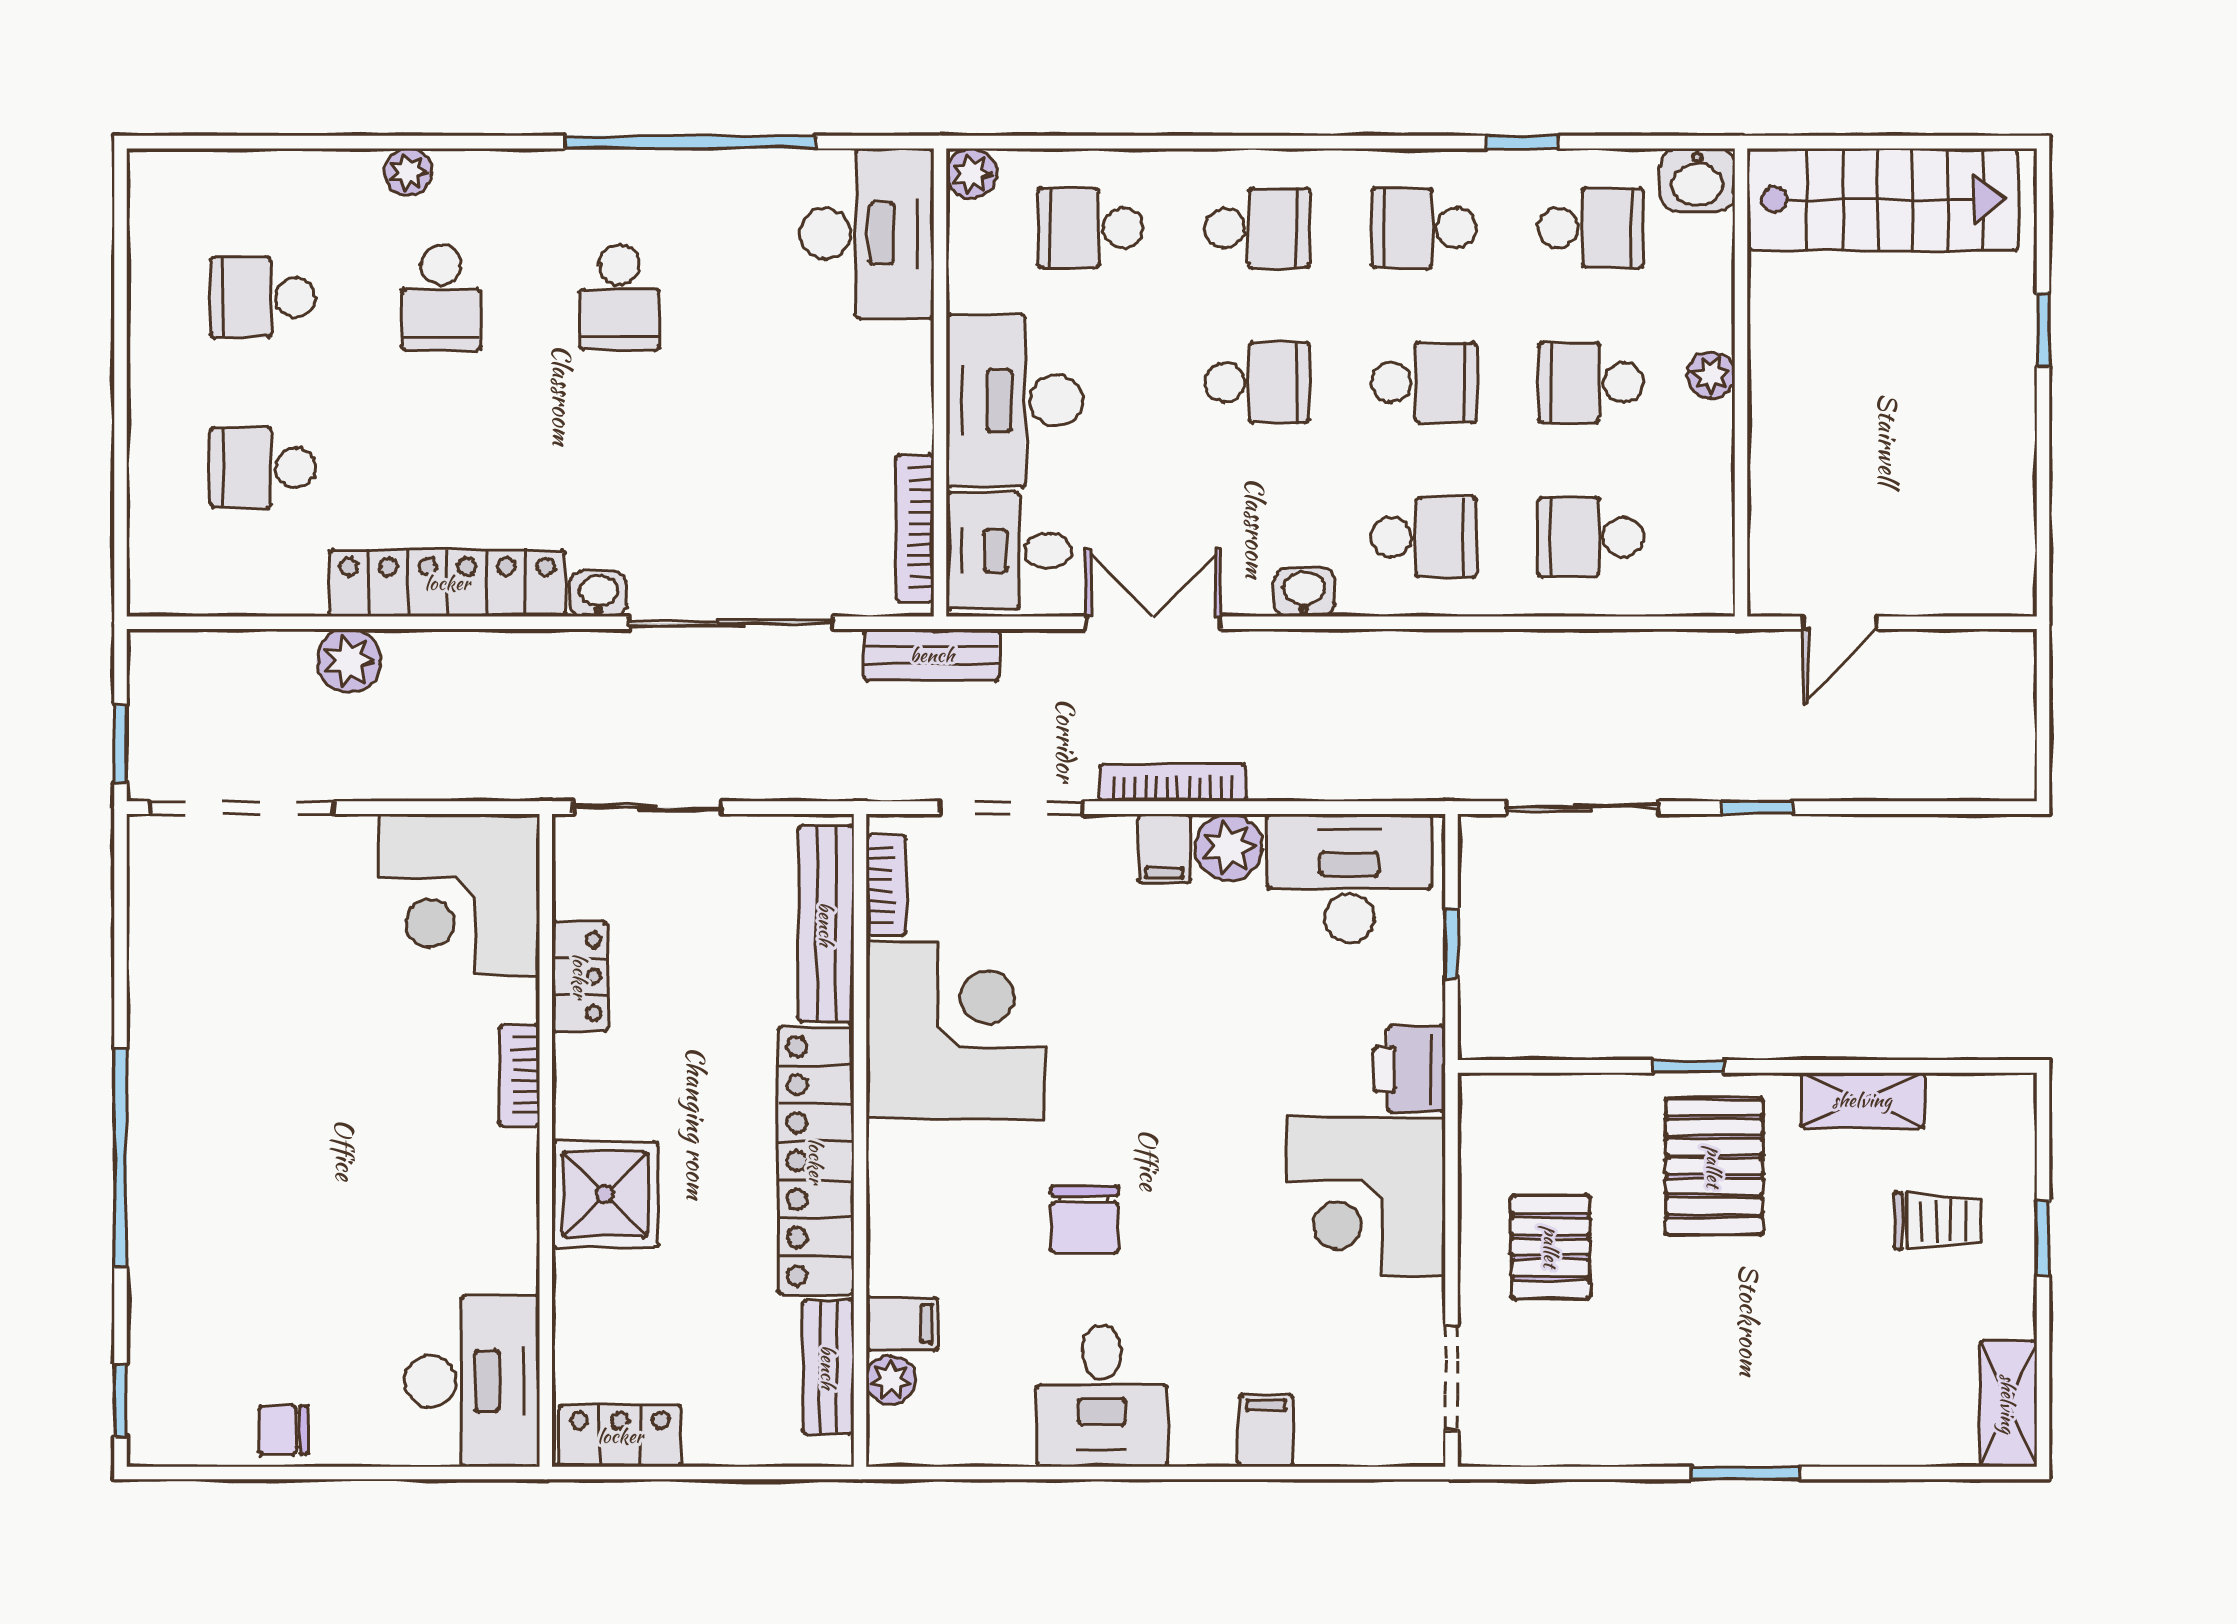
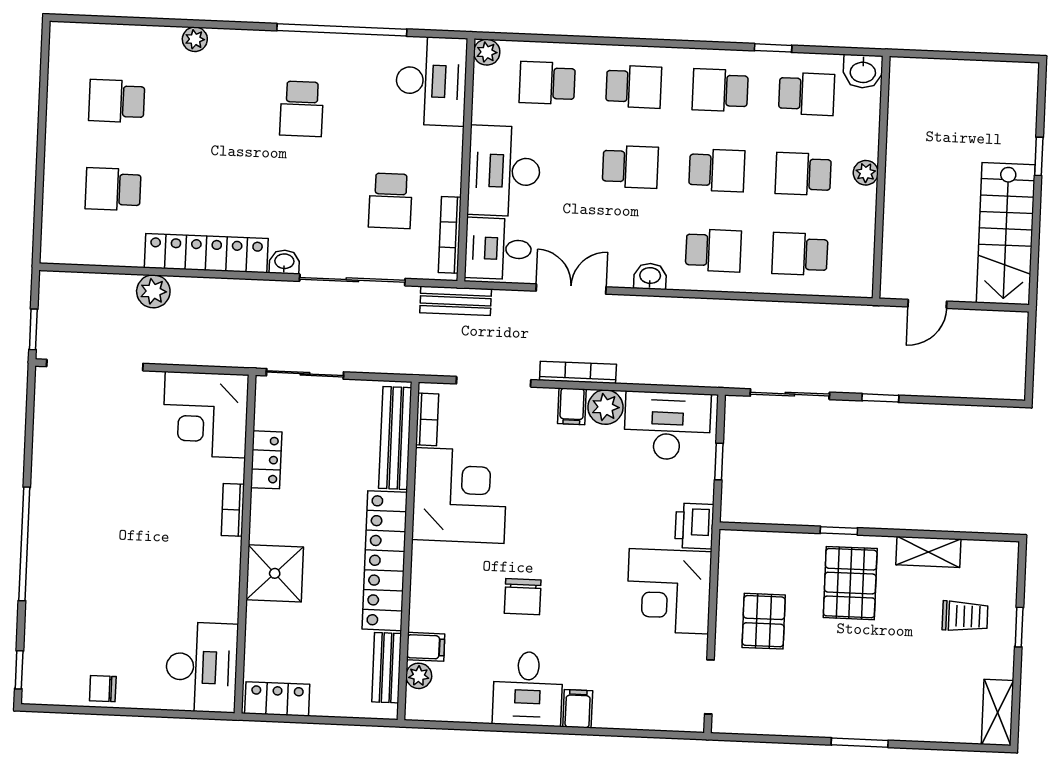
stairs: (1883, 199) -> (1006, 234), moved, turned 90
school desk: (441, 297) -> (390, 201), moved
filing cabinet: (1266, 1431) -> (578, 709), moved

